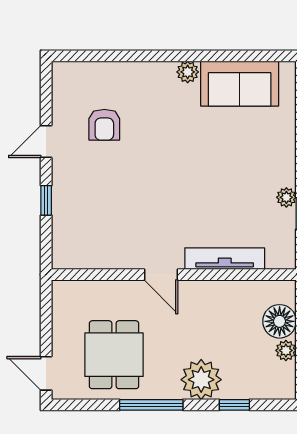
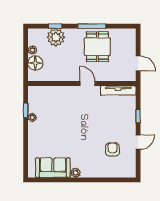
tv unit: (225, 259) -> (118, 91), moved
dining table: (114, 355) -> (97, 47), moved
door: (46, 373) -> (138, 63), moved
plant: (201, 380) -> (56, 37), moved

